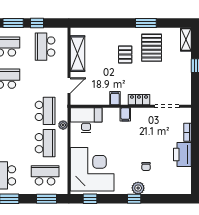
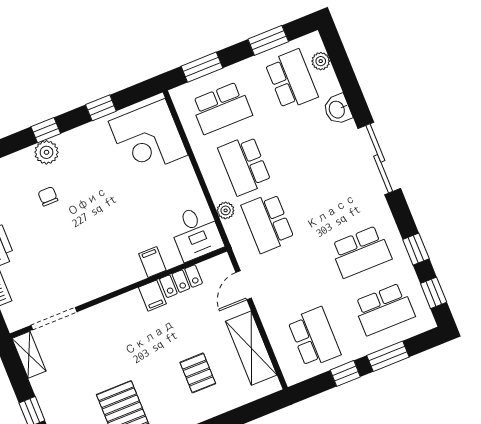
pallet: (125, 54) -> (198, 373), moved
shelving: (186, 94) -> (29, 355), added
locker: (139, 100) -> (181, 281), moved
filing cabinet: (125, 114) -> (152, 262), moved
desk: (86, 120) -> (196, 233), width x0.73
corner desk: (92, 169) -> (148, 138), width x0.74, depth x0.74
window: (90, 199) -> (101, 108), moved

